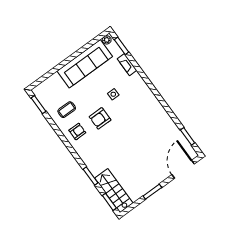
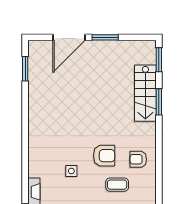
coffee table: (67, 110) -> (117, 185), moved
door: (183, 169) -> (69, 37), moved
stairs: (114, 191) -> (145, 93), moved

